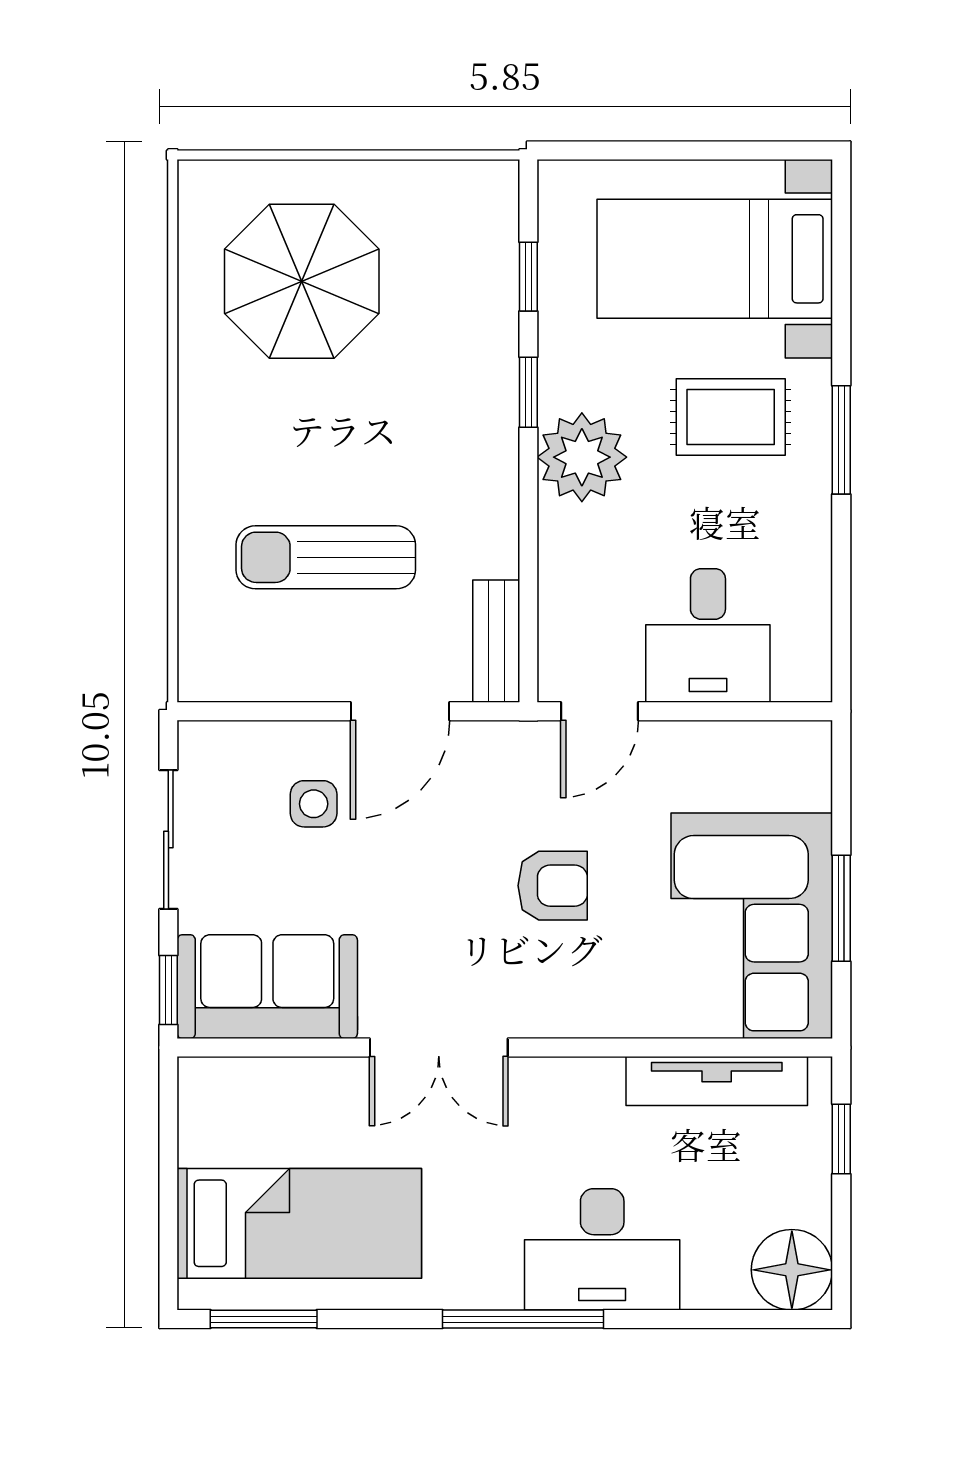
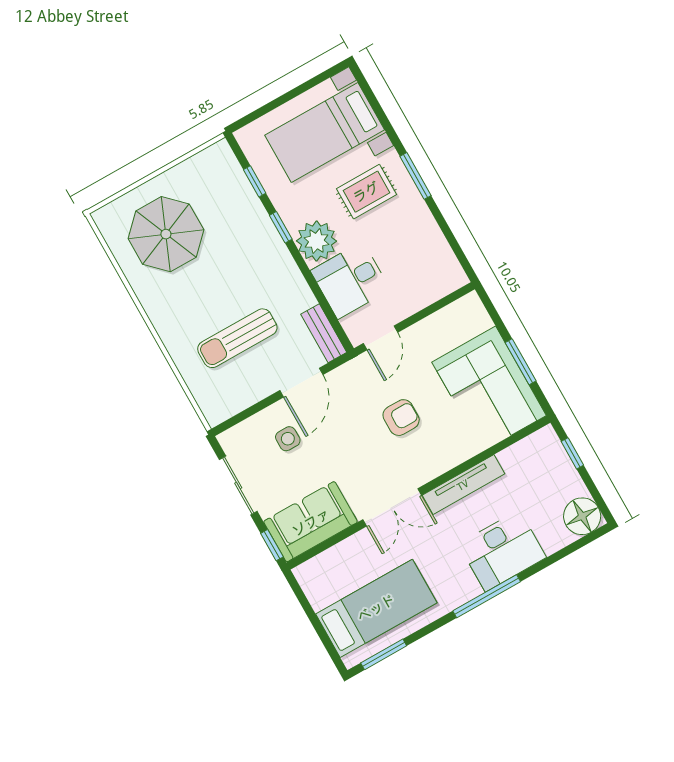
desk: (708, 635) -> (350, 280), moved, turned 90
tv unit: (717, 1081) -> (463, 485), moved

